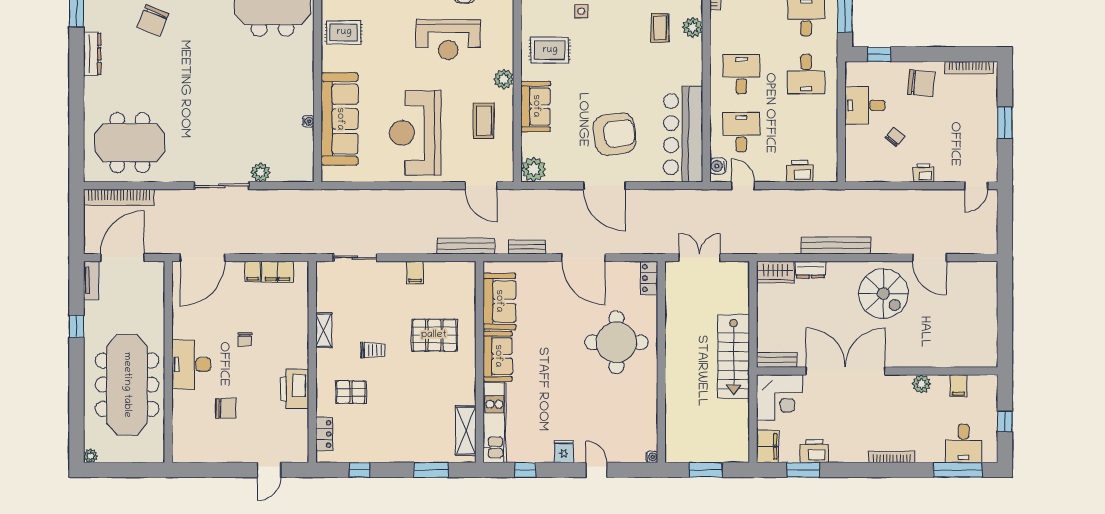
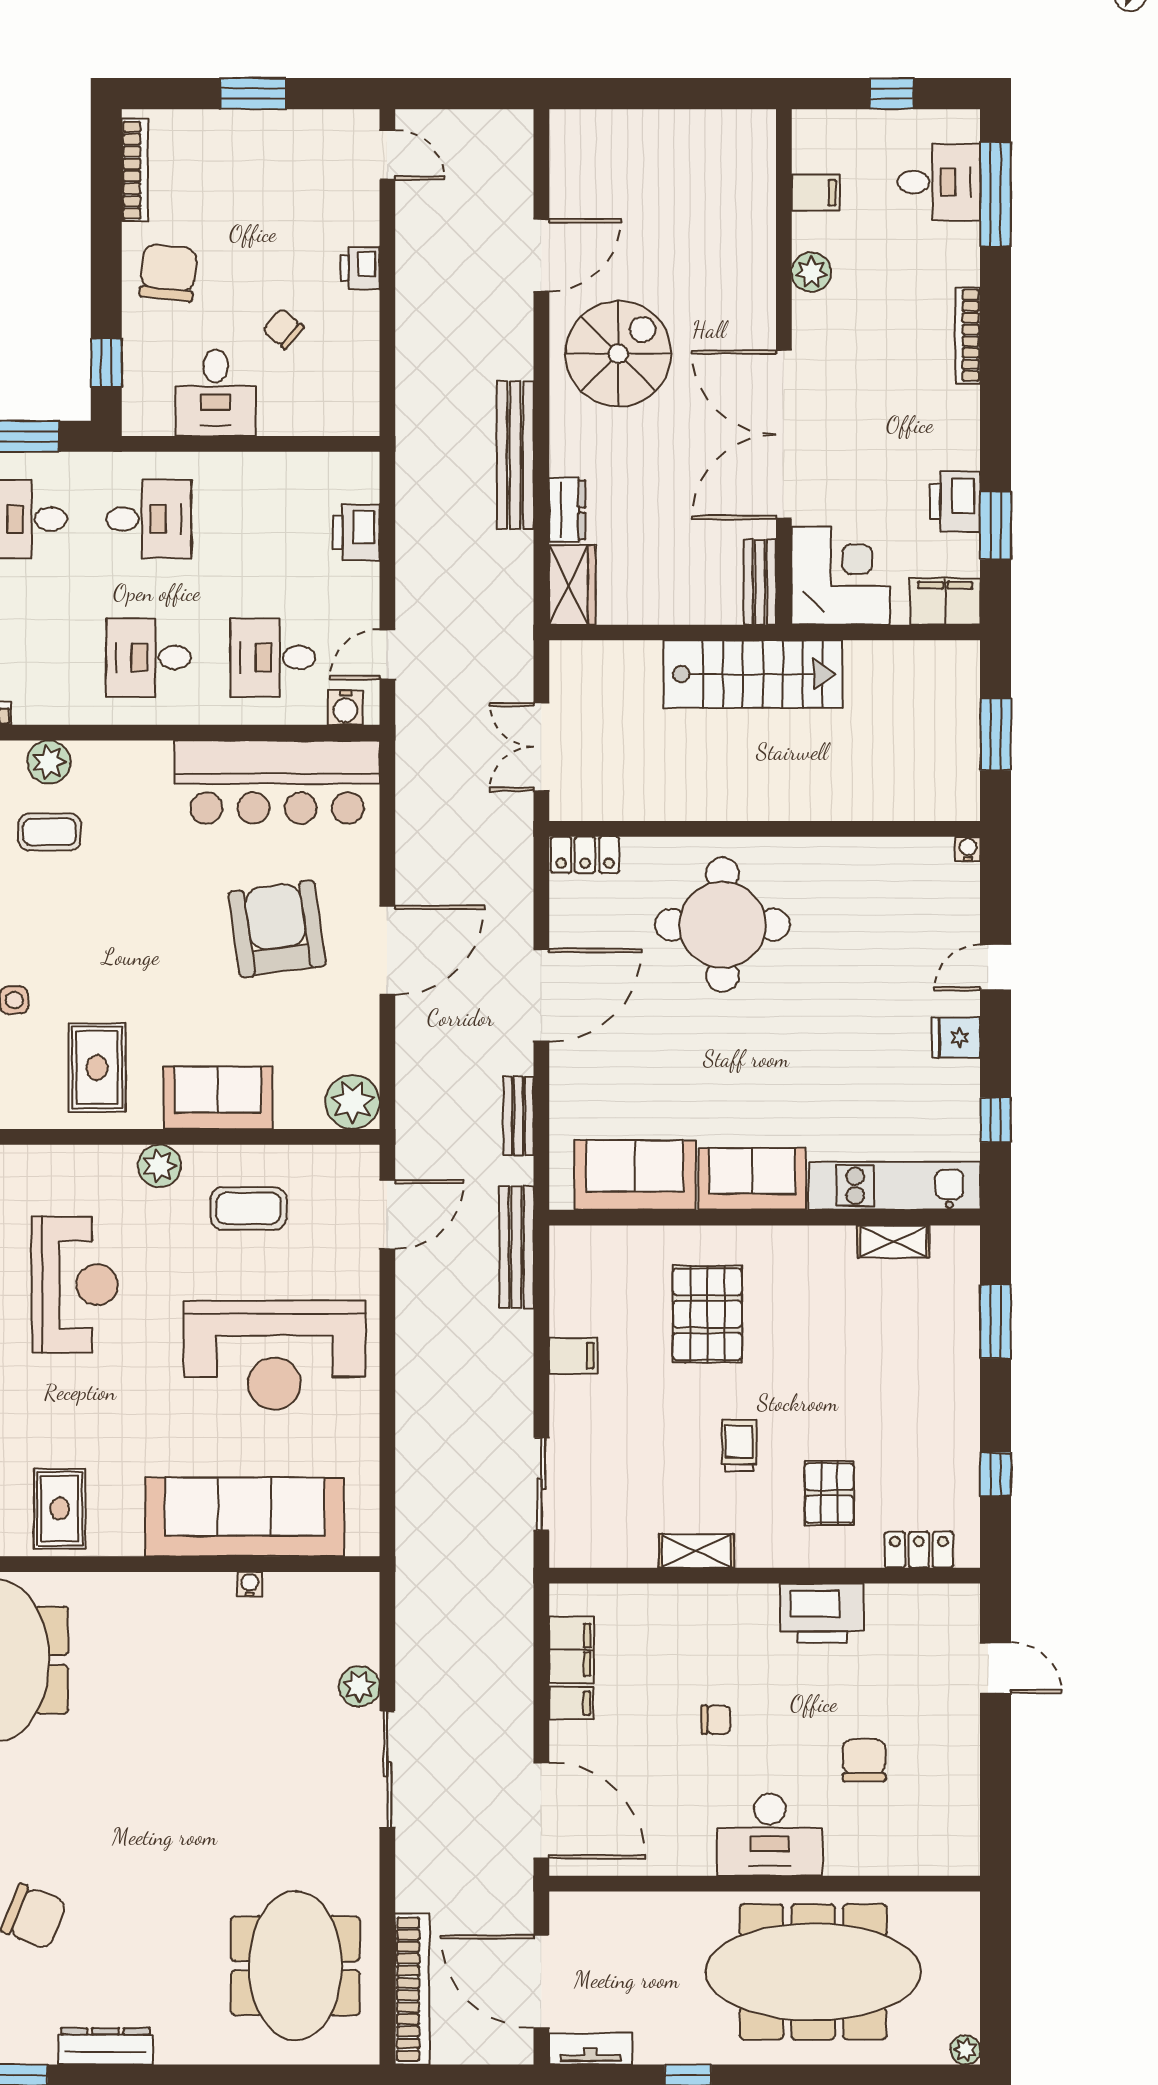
shelving: (466, 431) -> (893, 1241), width x0.67, depth x0.75

